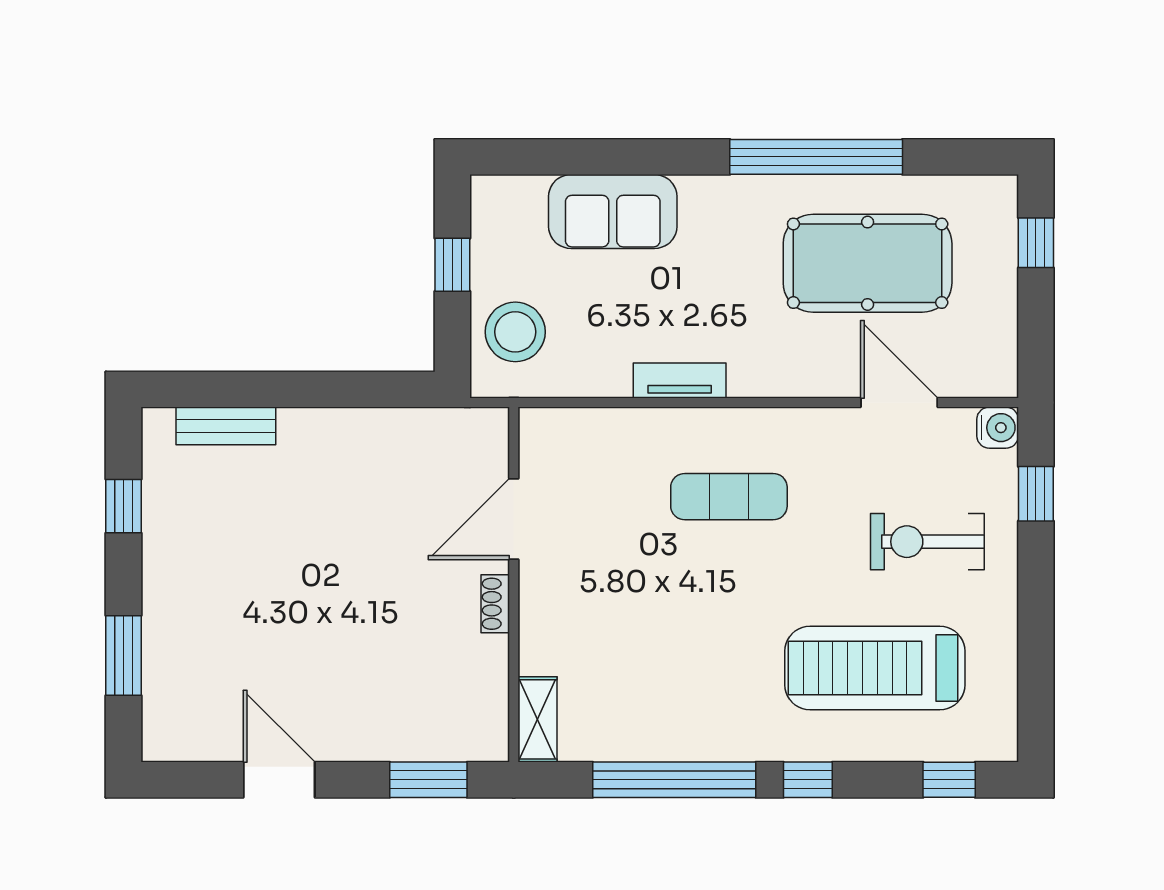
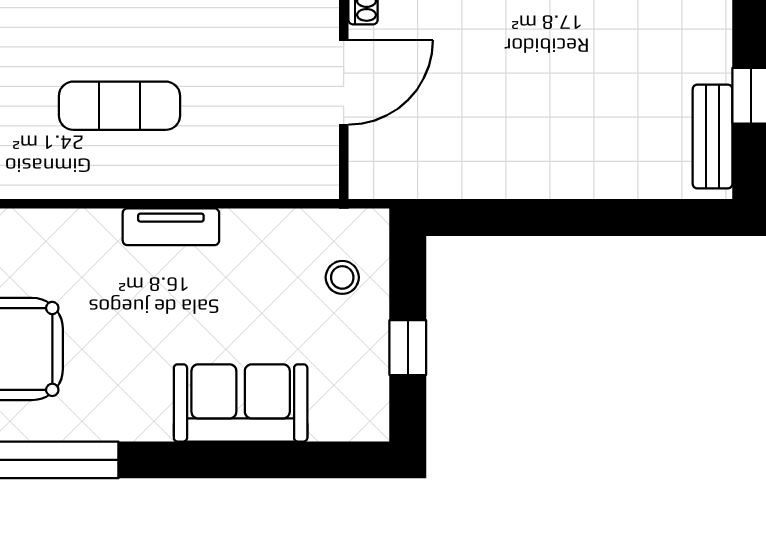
stool: (515, 332) -> (342, 277), width x0.53, depth x0.53
bench: (226, 426) -> (713, 136), moved, turned 90

